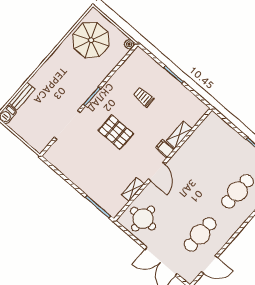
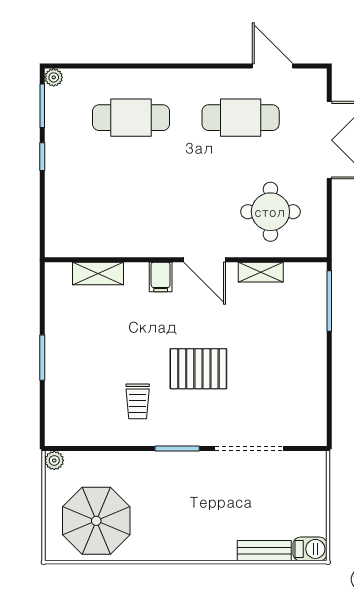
trolley: (144, 97) -> (138, 401), moved
pallet: (116, 132) -> (198, 369), turned 90
shelving: (179, 135) -> (98, 274), moved
door: (157, 172) -> (205, 260), swing flipped
round table: (143, 219) -> (270, 212), moved

